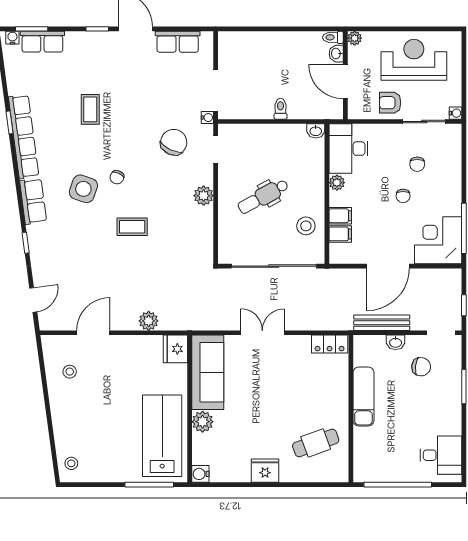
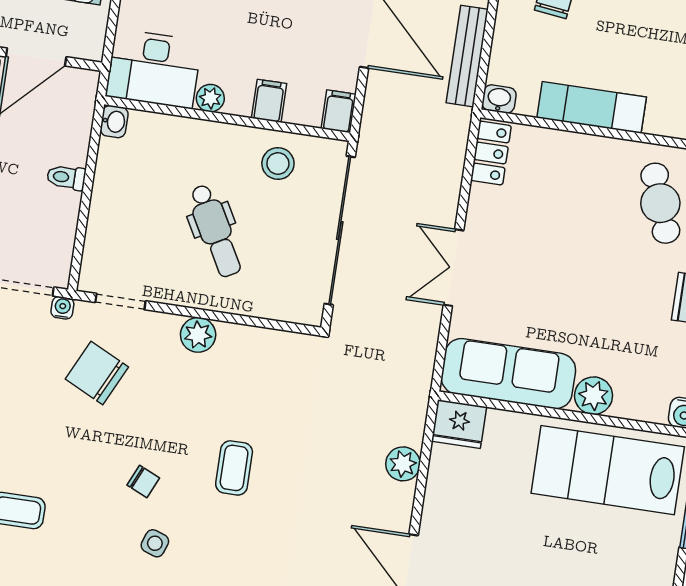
side table: (83, 189) -> (155, 543), width x0.54, depth x0.54
filing cabinet: (340, 234) -> (339, 111), moved
washbasin: (396, 342) -> (499, 99), moved, turned -90

